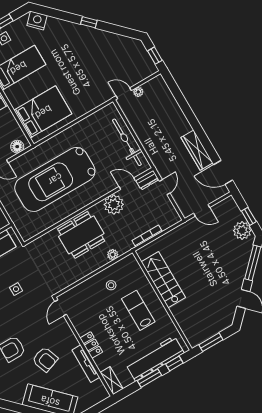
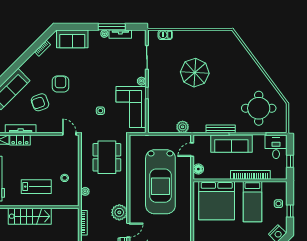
bed: (43, 112) -> (217, 201), width x1.36
car: (55, 179) -> (160, 182), turned 180
dining table: (81, 235) -> (107, 157), moved
stairs: (163, 280) -> (30, 216), moved
locker: (91, 345) -> (20, 140), moved

